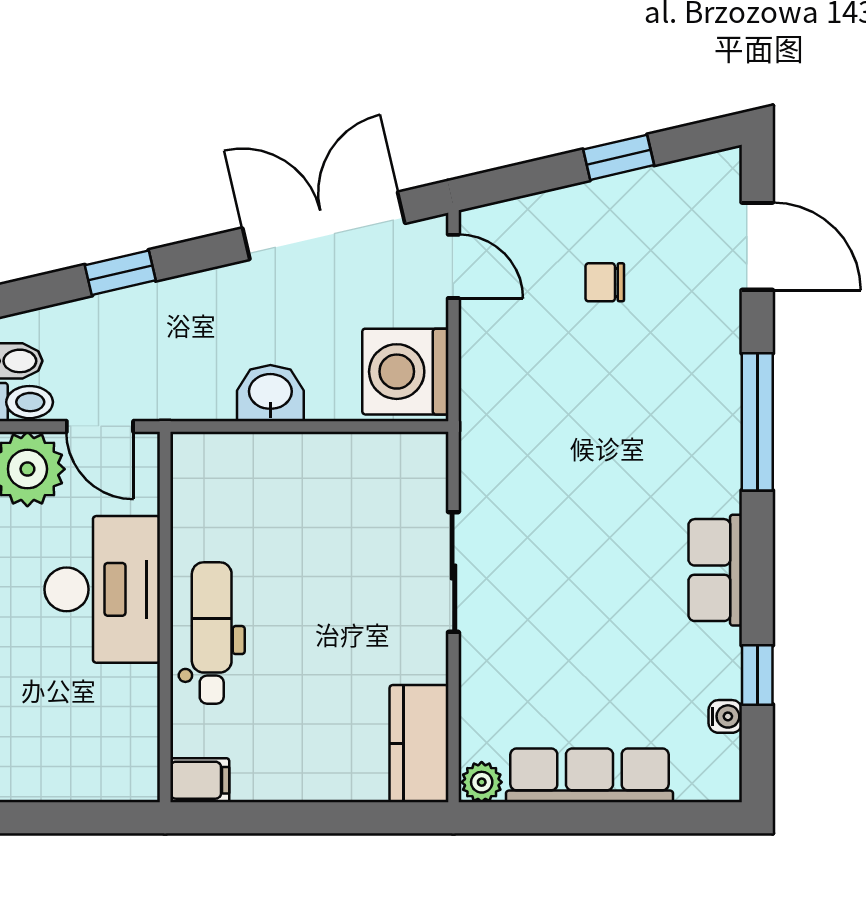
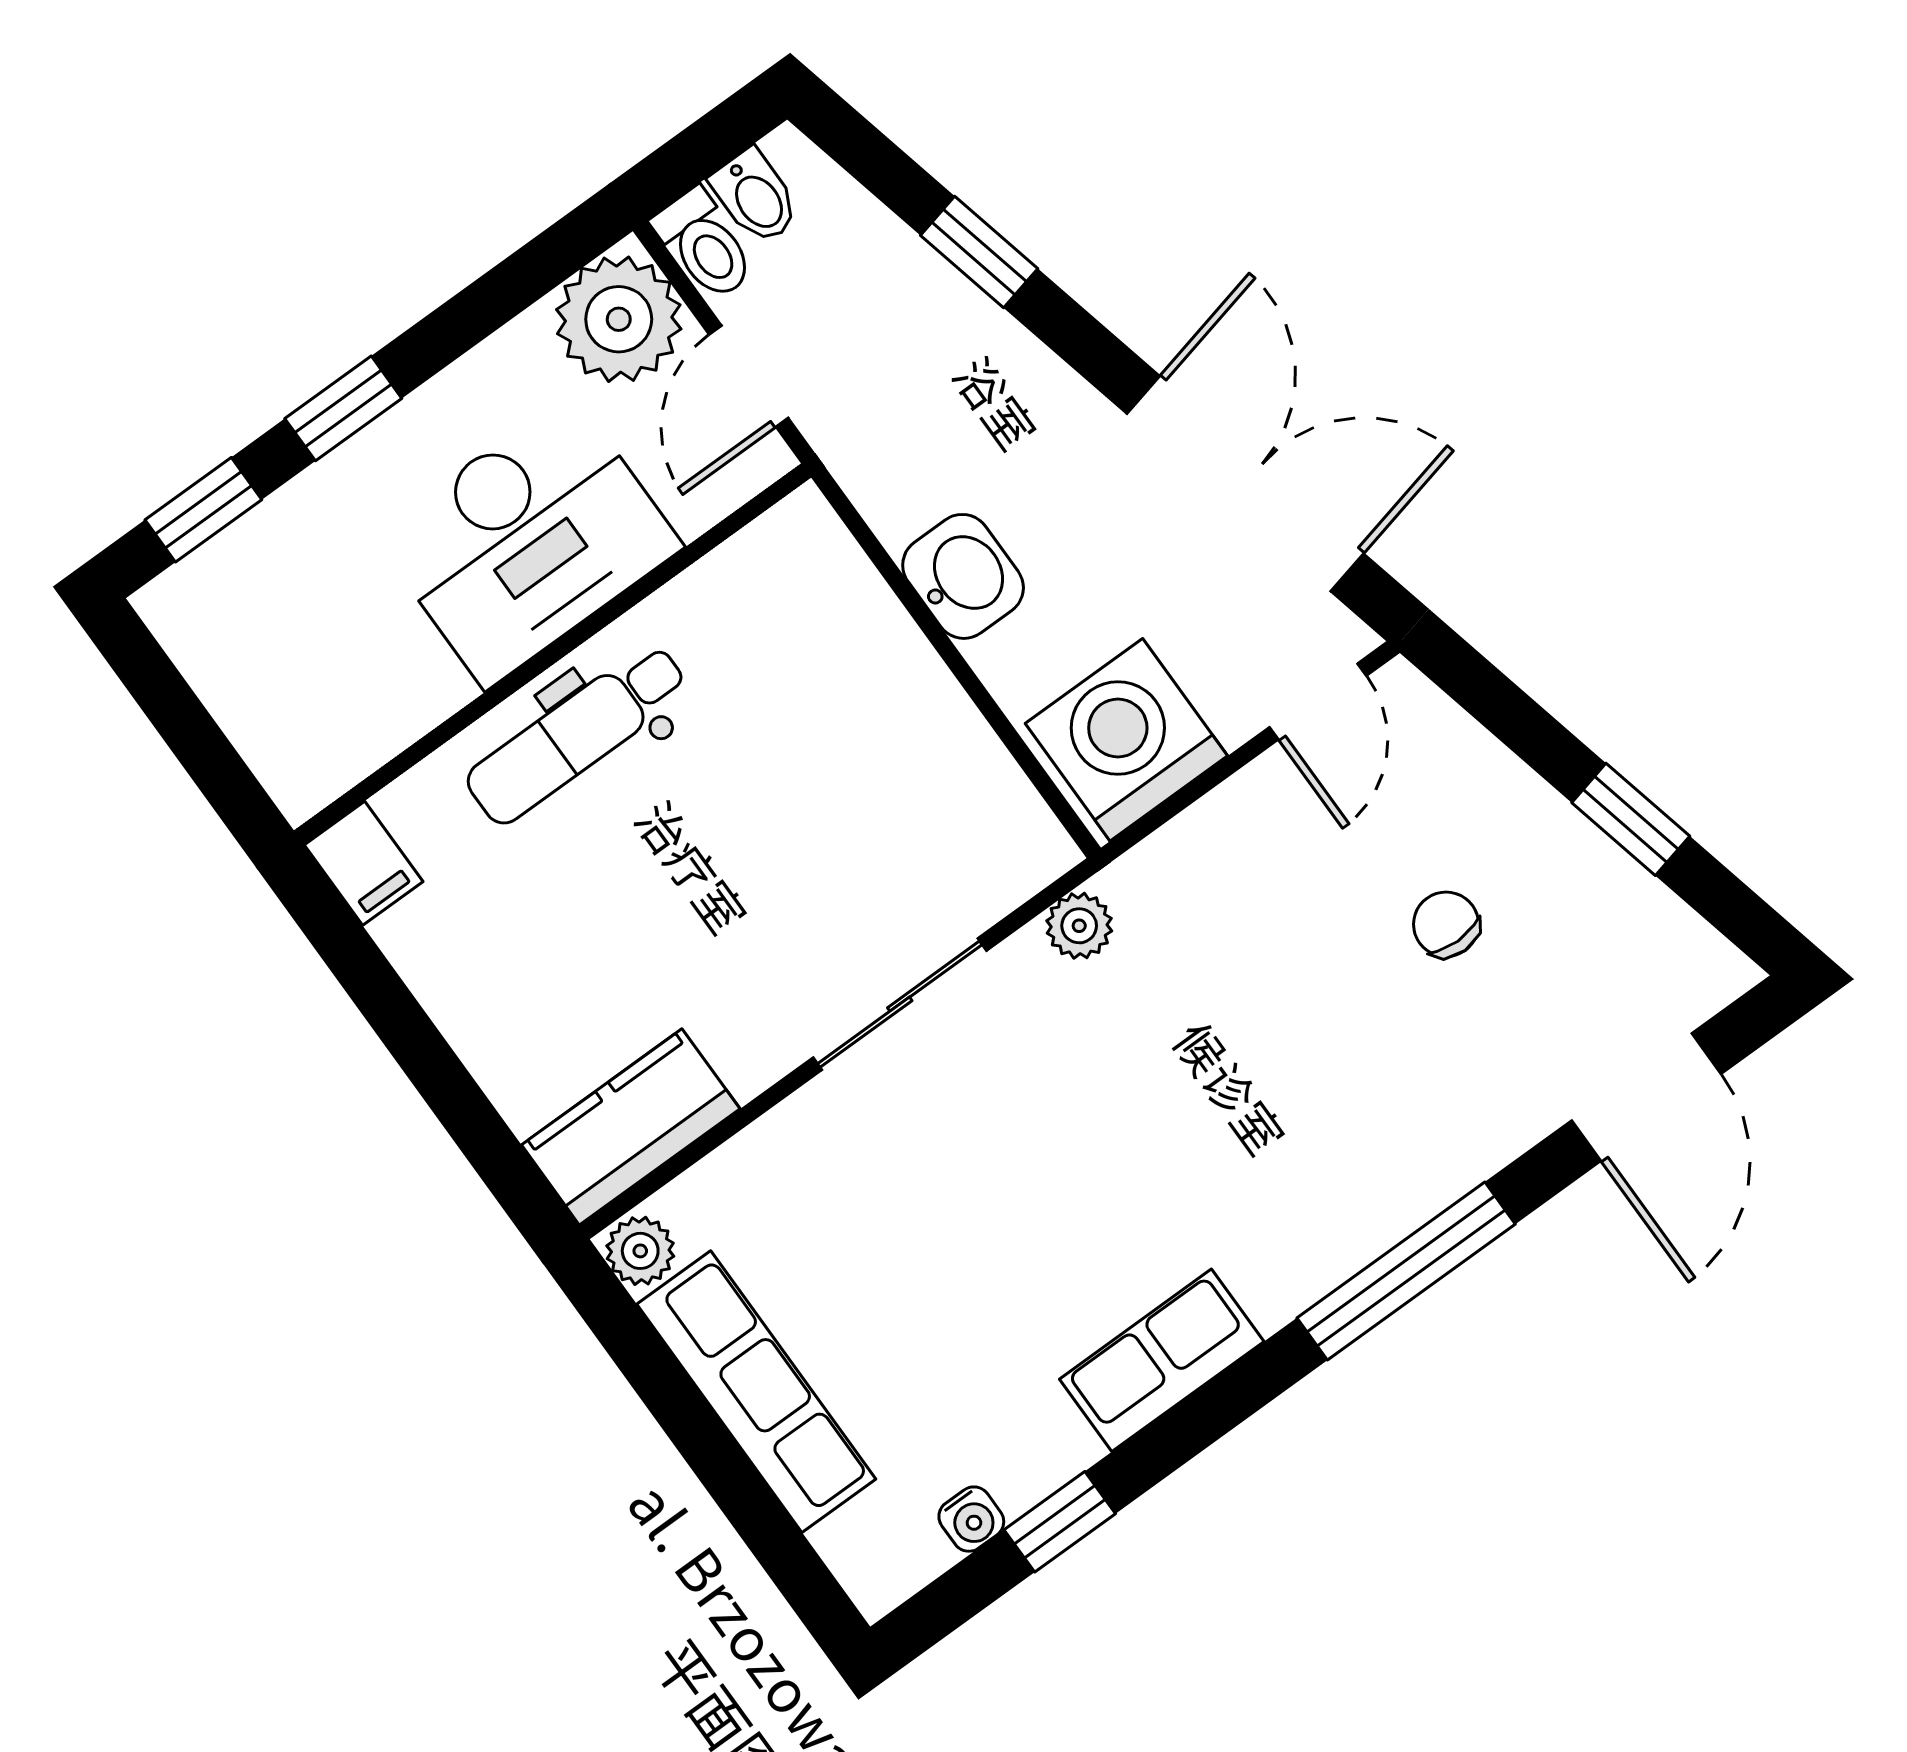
plant: (478, 459) -> (1079, 926), added
dental chair: (212, 633) -> (577, 734), turned 180

